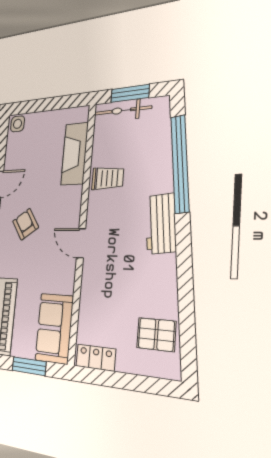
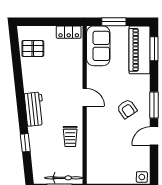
fireplace: (75, 154) -> (95, 153), removed
window: (180, 164) -> (25, 143), width x0.32
trolley: (108, 178) -> (70, 136), turned -90

